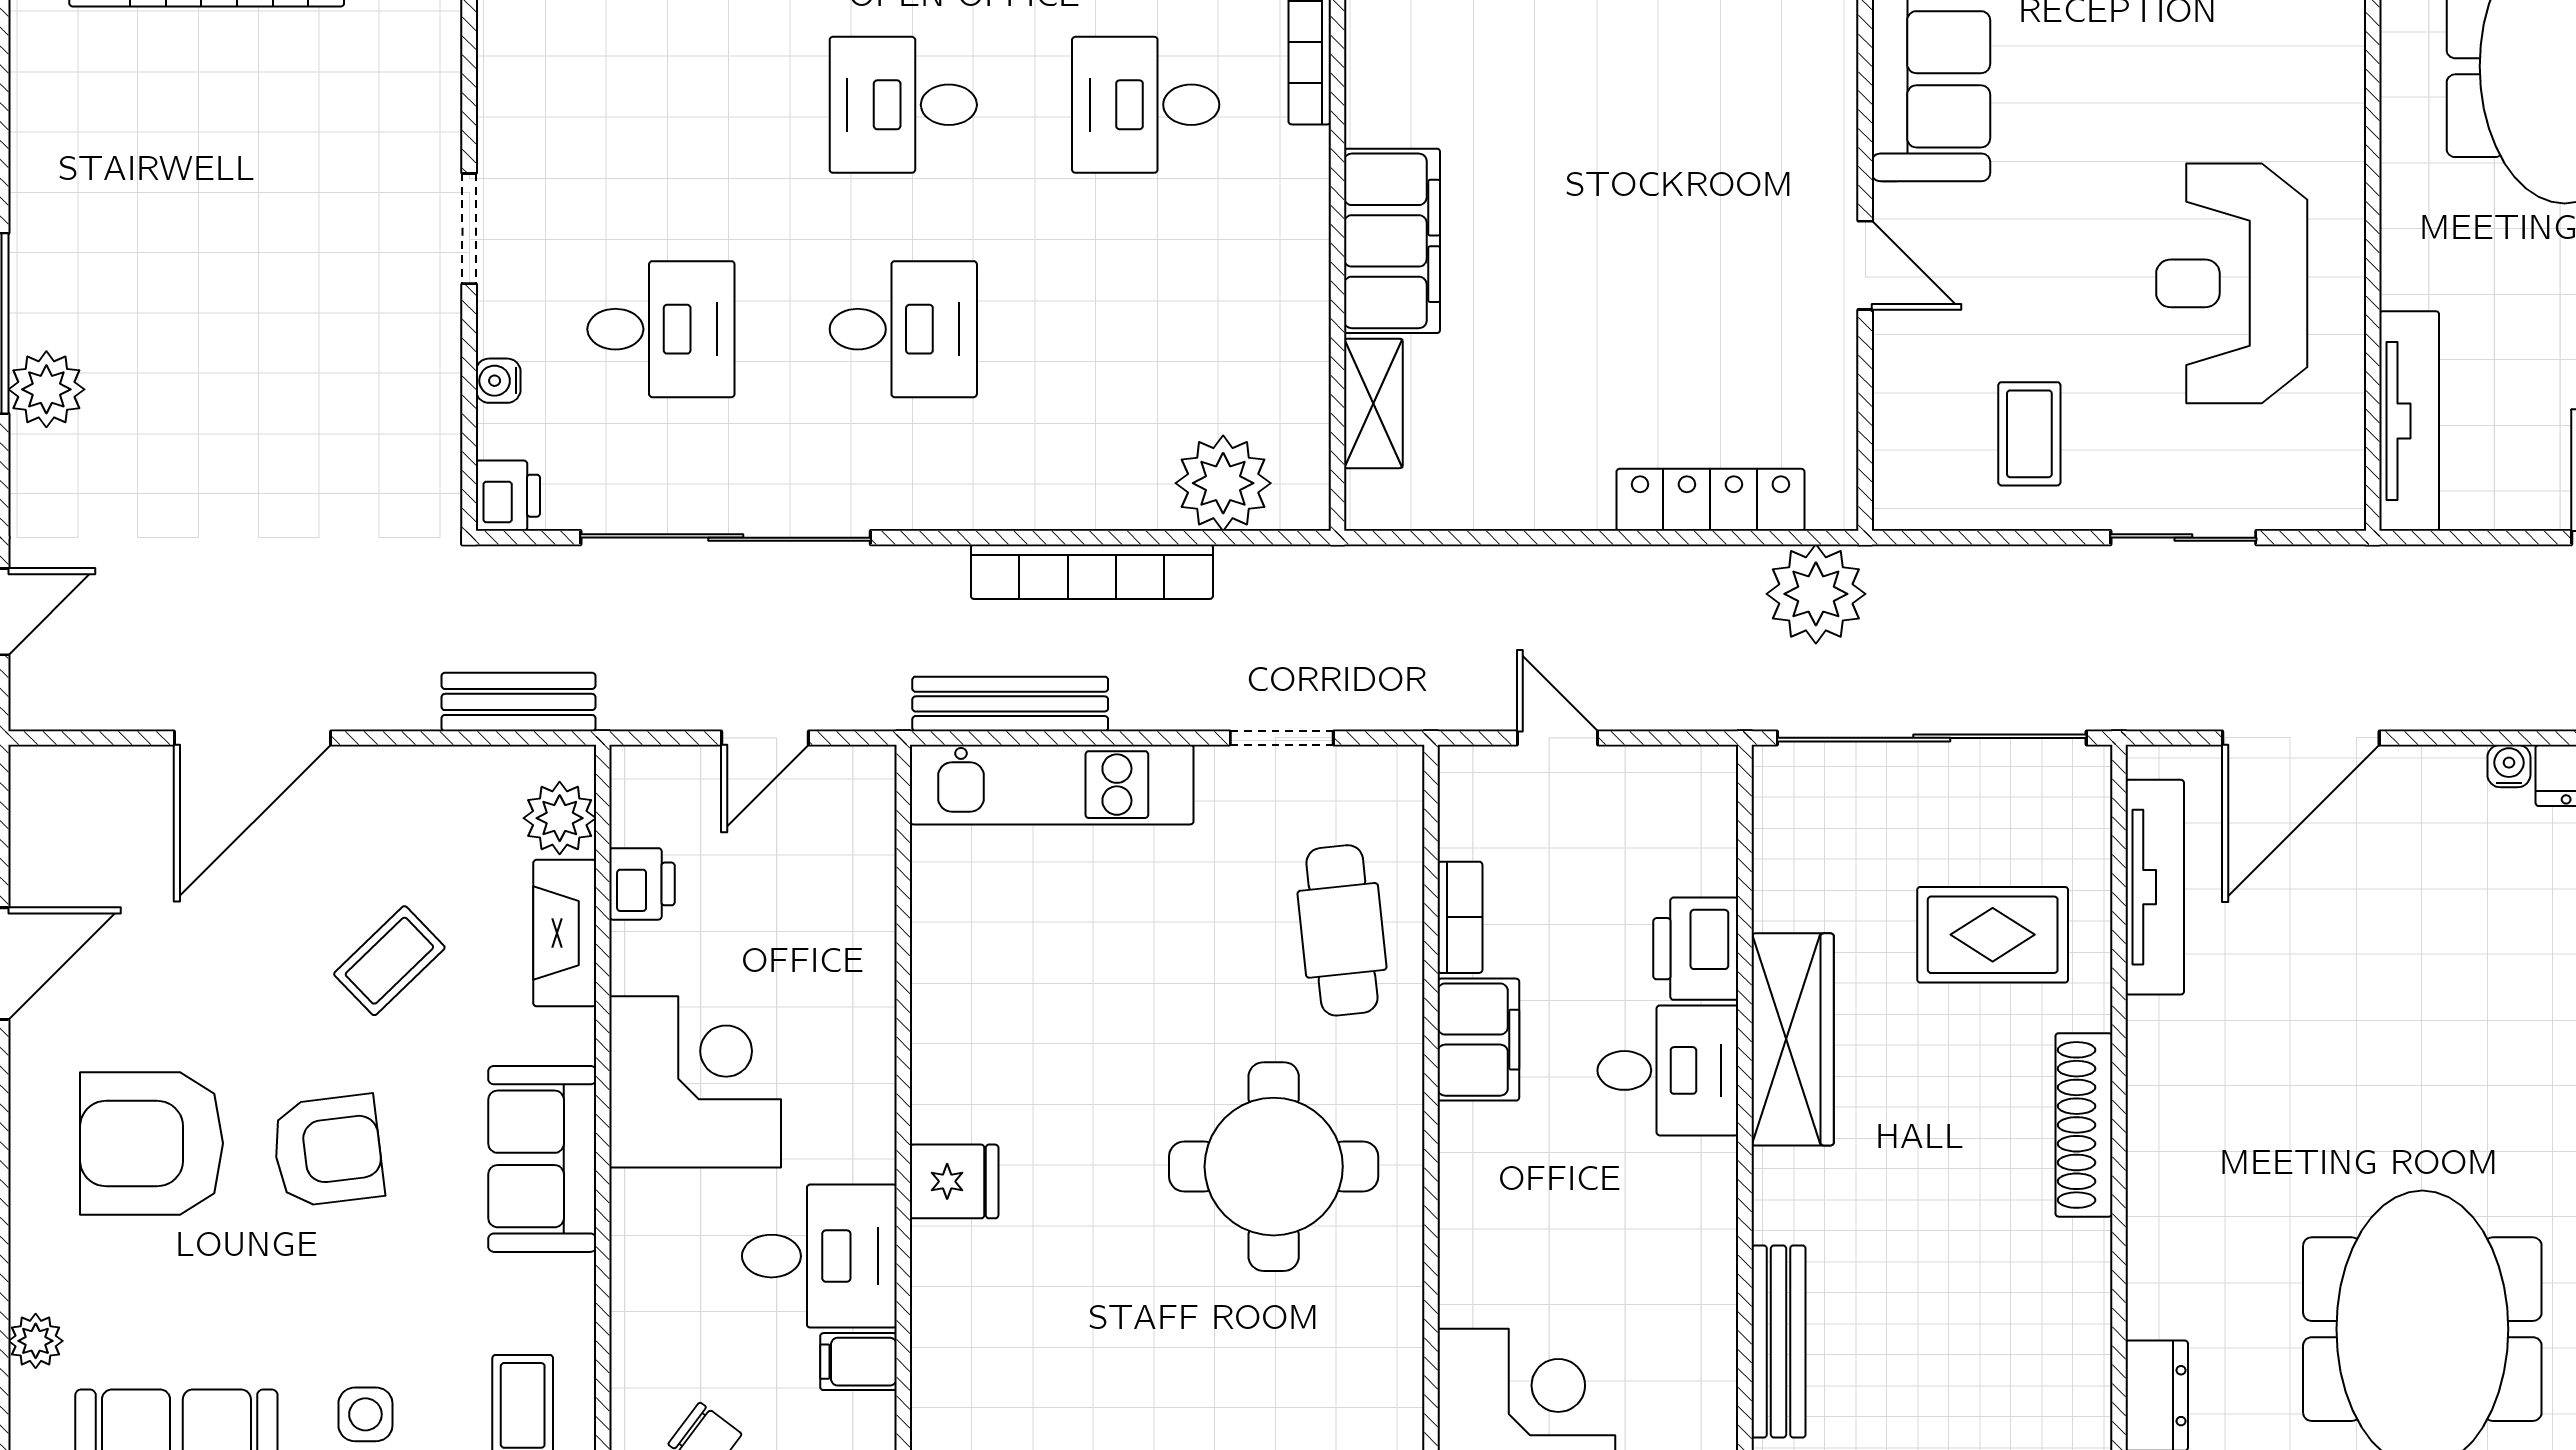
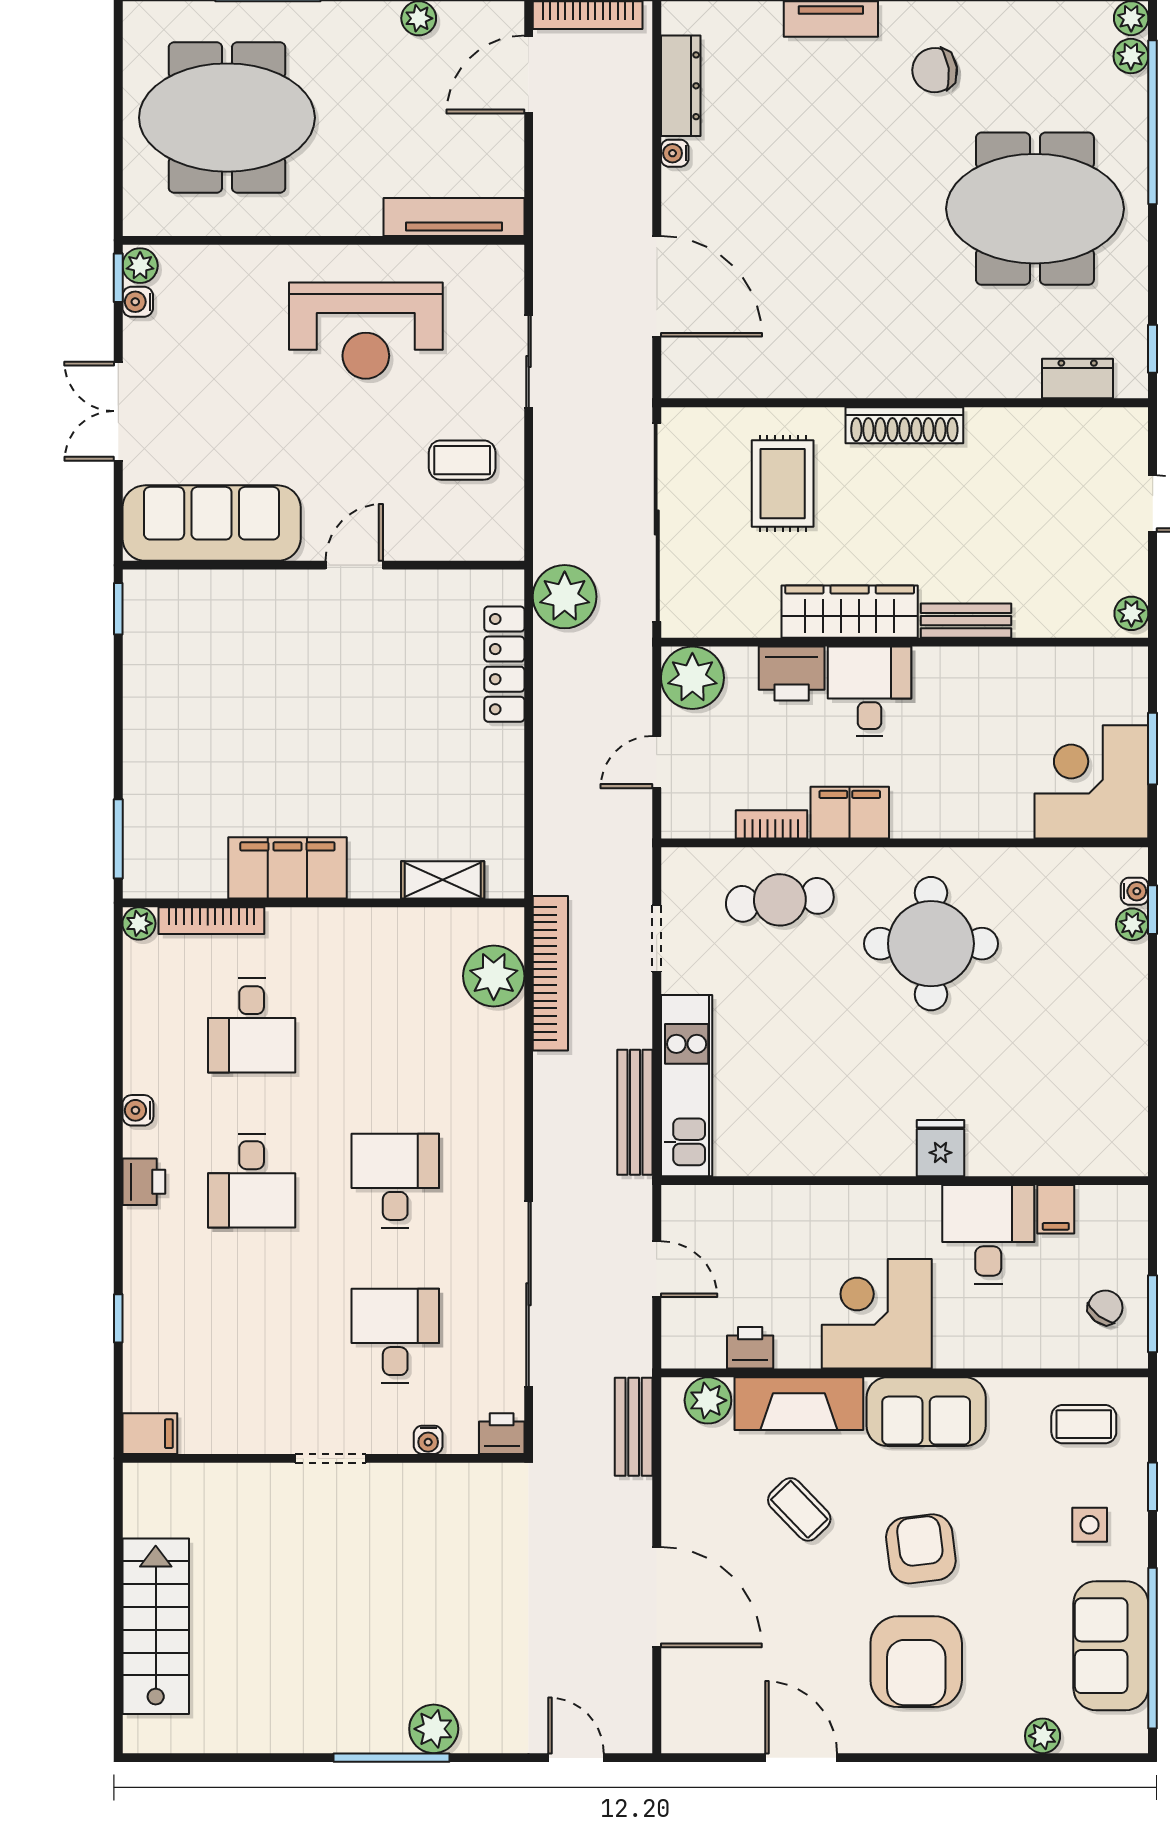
filing cabinet: (1392, 241) -> (287, 868), moved
bookcase: (1092, 572) -> (550, 973), moved
plant: (1689, 794) -> (692, 678), added
tv unit: (2155, 887) -> (752, 380), removed
fireplace: (565, 933) -> (799, 1404), width x1.37, depth x1.32
bench: (1779, 1342) -> (966, 621), moved, width x0.73

